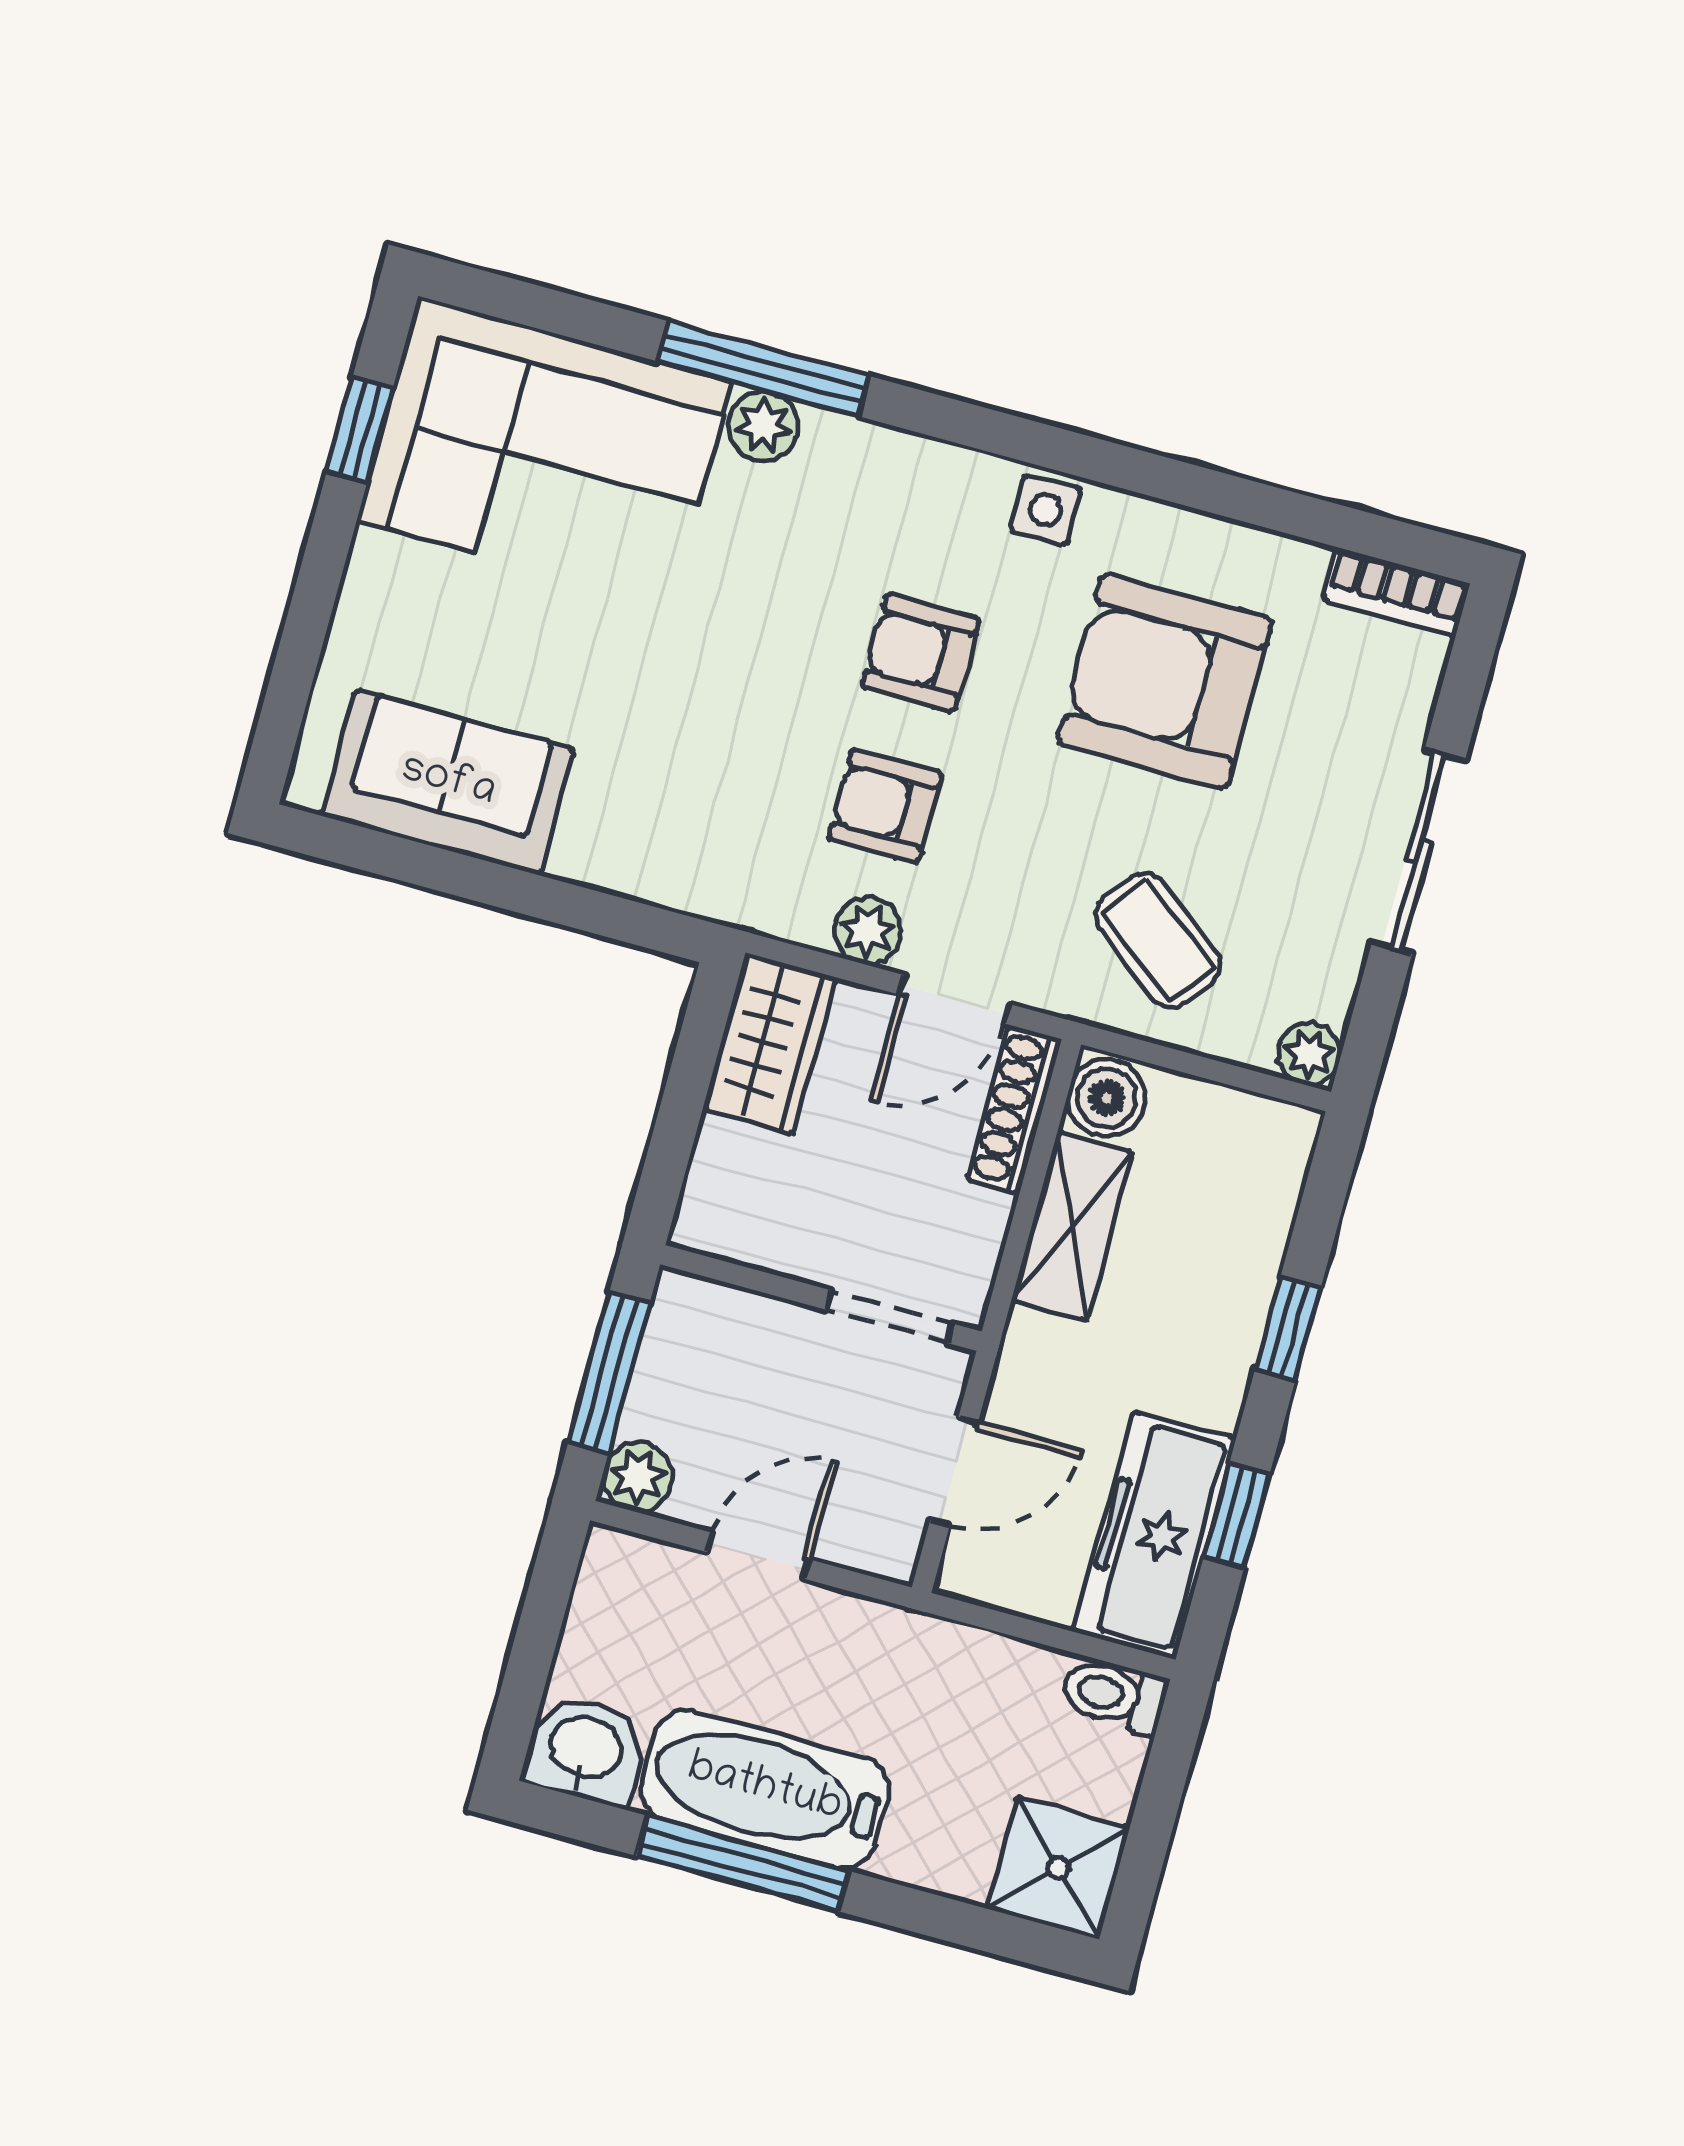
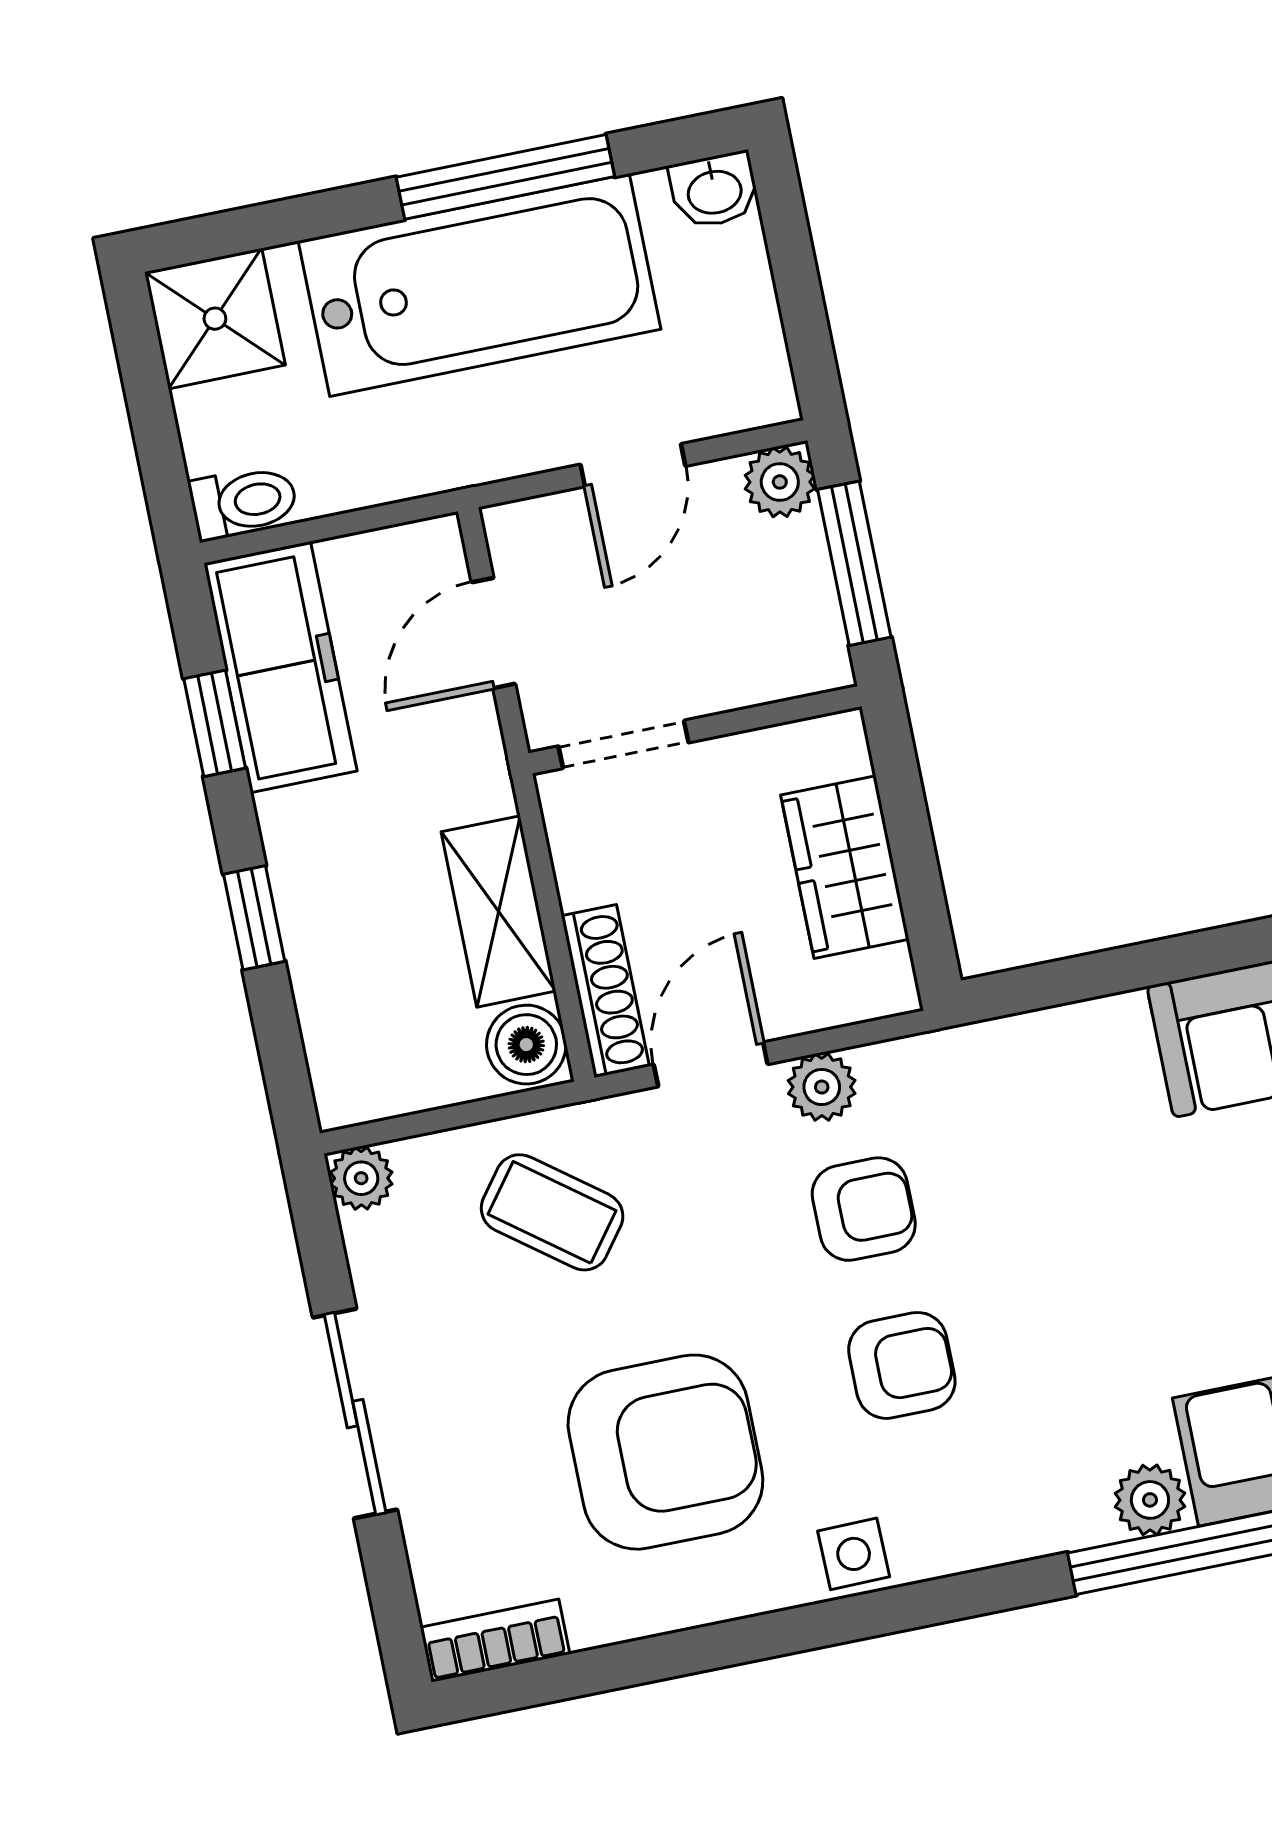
wardrobe: (769, 1044) -> (845, 867), moved
washbasin: (585, 1750) -> (714, 190), width x0.72, depth x0.69
bathtub: (765, 1789) -> (480, 285), width x1.36, depth x1.36

